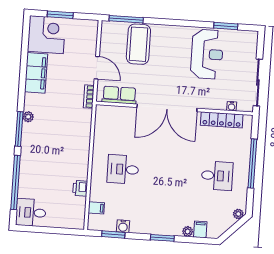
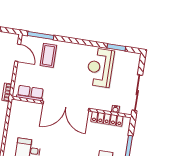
coffee table: (138, 44) -> (48, 55), width x0.73, depth x0.76
reception desk: (207, 54) -> (100, 68), turned 180
door: (97, 68) -> (18, 53), moved

